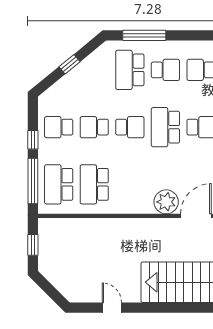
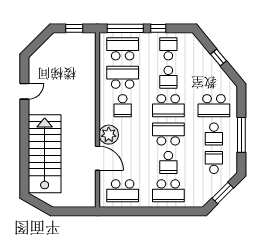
window: (144, 35) -> (241, 135), moved
school desk: (130, 70) -> (214, 106), turned 180
school desk: (94, 127) -> (168, 77), turned 180
school desk: (130, 127) -> (168, 106), width x1.85
school desk: (130, 184) -> (123, 106), added

